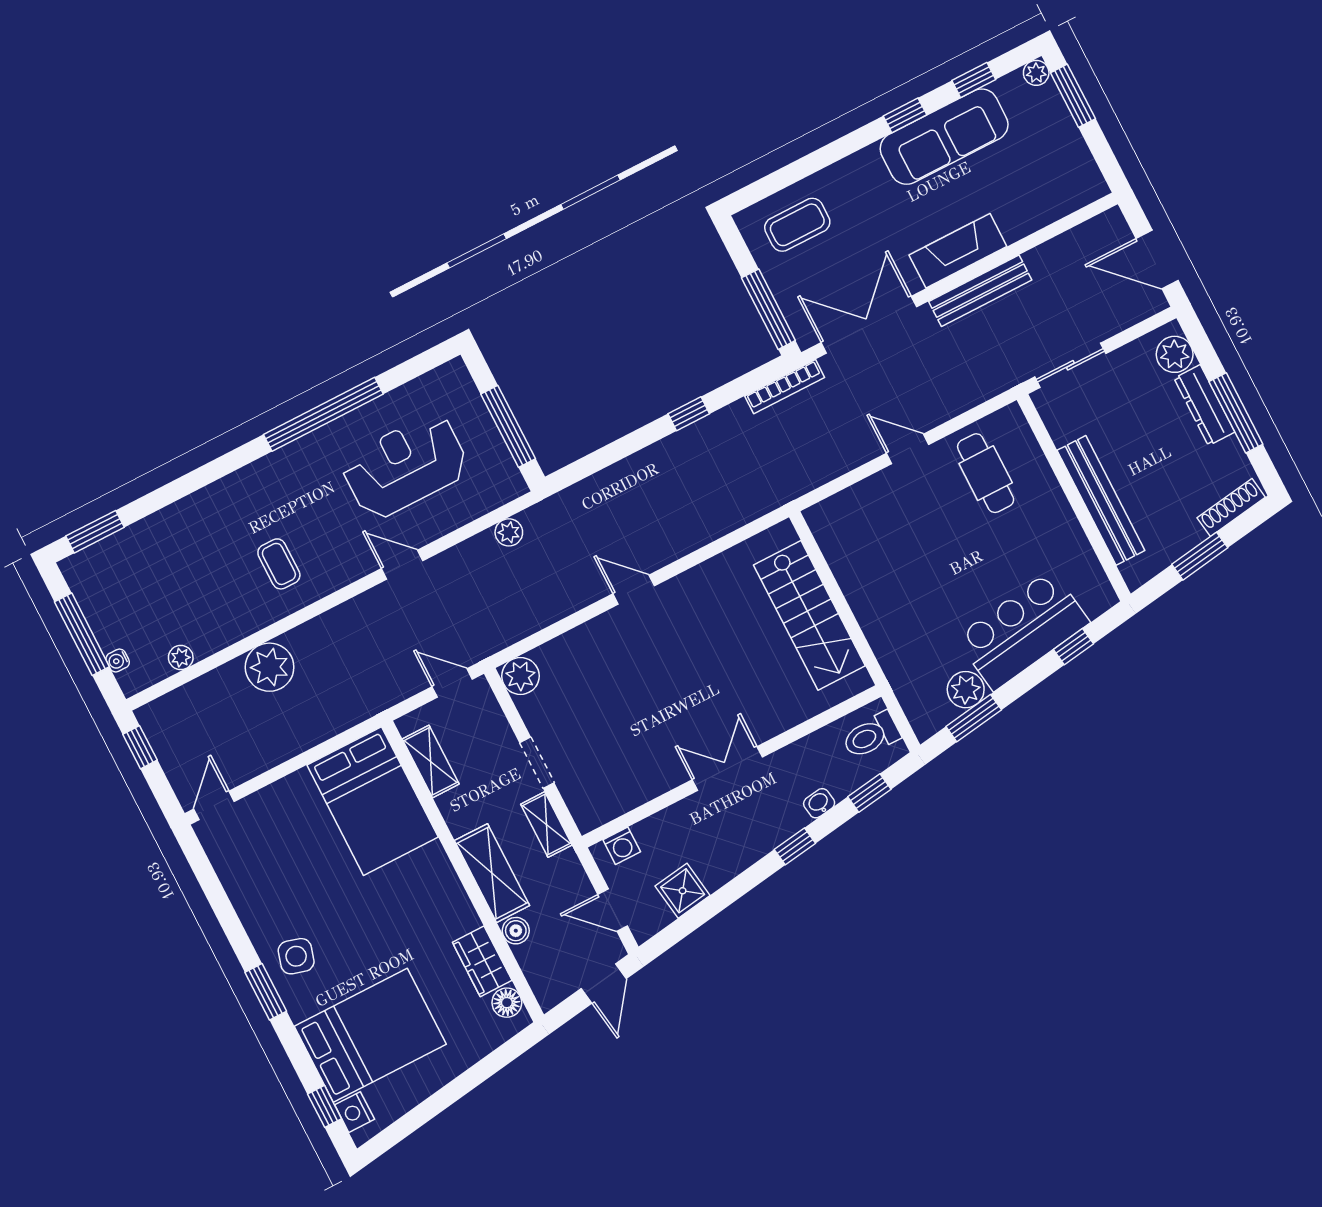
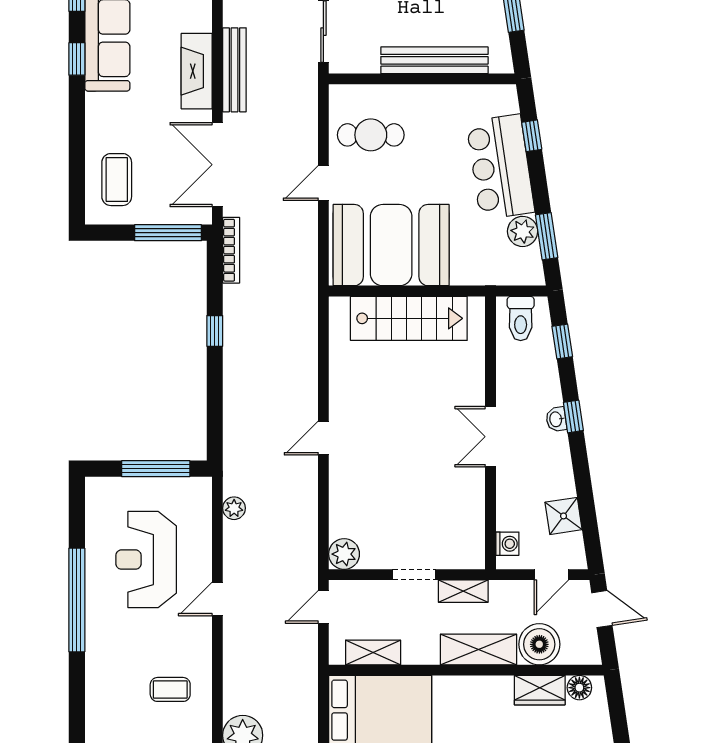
booth: (878, 556) -> (391, 245), added
washbasin: (819, 803) -> (556, 419), moved
boiler: (516, 931) -> (539, 644), width x1.86, depth x1.86

